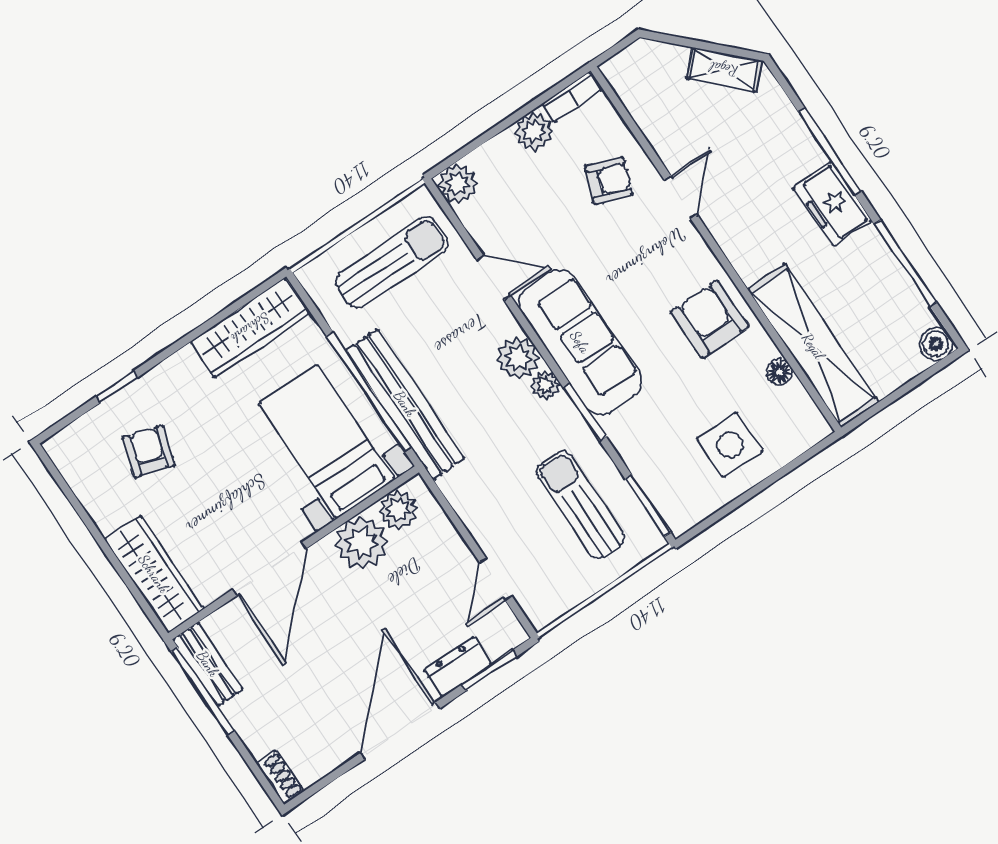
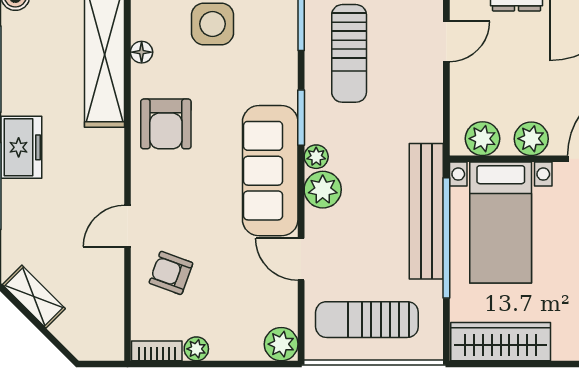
plant: (534, 132) -> (196, 349), width x0.73, depth x0.73
plant: (362, 543) -> (531, 139), width x0.73, depth x0.73

